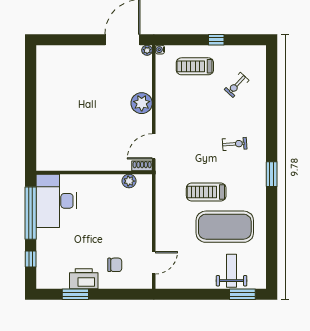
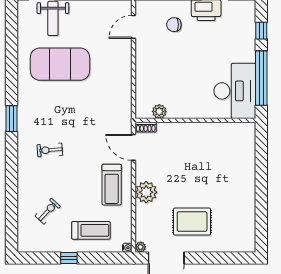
rug: (97, 75) -> (192, 222), added
door: (154, 146) -> (133, 147), swing flipped
treadmill: (206, 192) -> (112, 185), moved, turned 90

